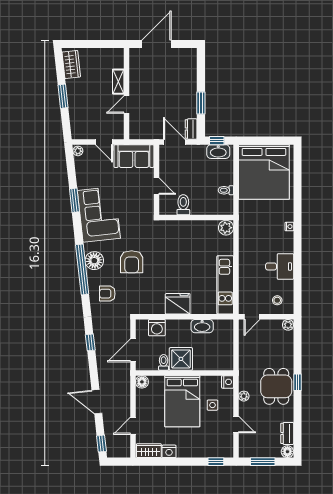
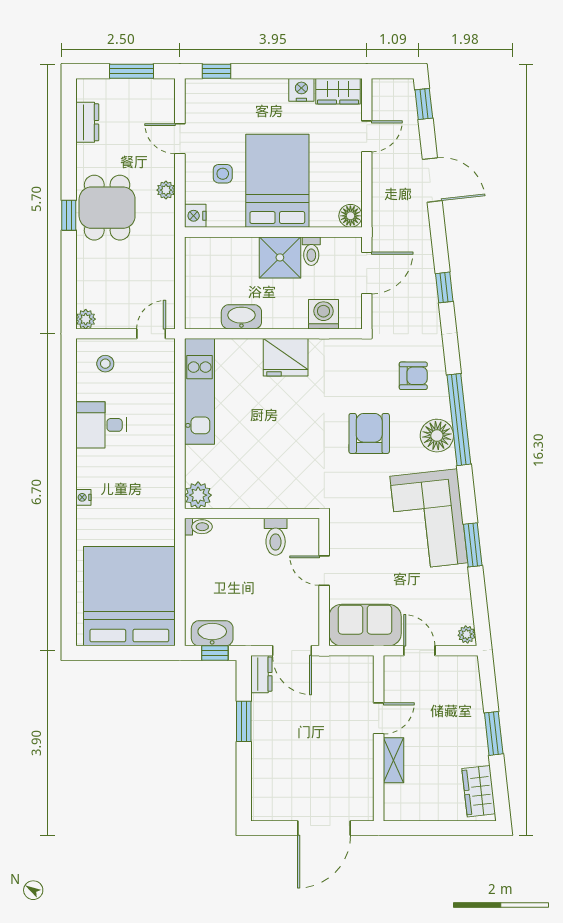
toilet: (226, 190) -> (198, 527), moved
floor lamp: (287, 452) -> (87, 89), removed

